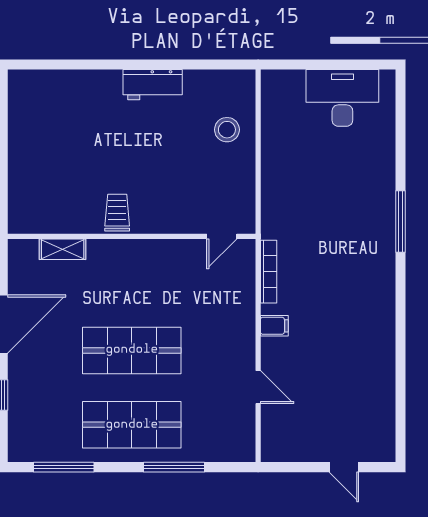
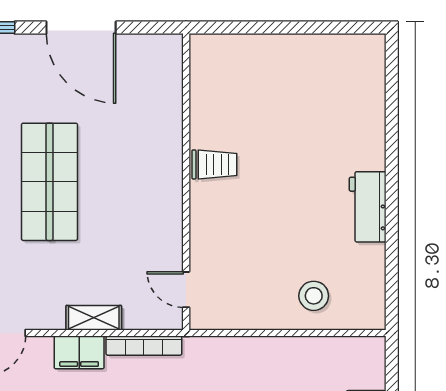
shelving: (63, 249) -> (94, 318), moved, turned 90
filing cabinet: (274, 326) -> (79, 352), width x2.00

